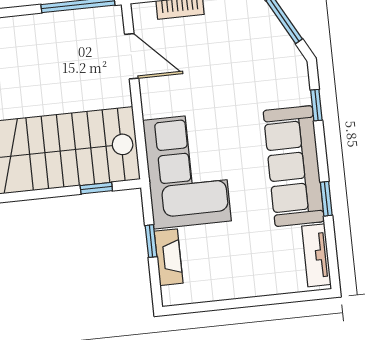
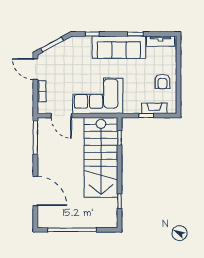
door: (132, 56) -> (61, 116), swing flipped
corner sofa: (187, 171) -> (98, 96), moved
armchair: (229, 269) -> (162, 82), added

